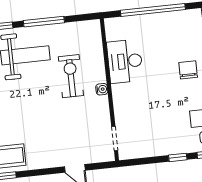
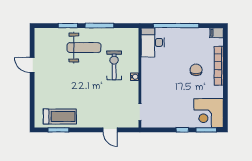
desk: (125, 61) -> (153, 42), moved

